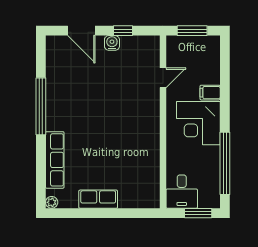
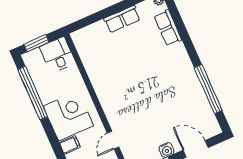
window: (41, 106) -> (208, 89), moved
row of seats: (55, 160) -> (168, 28), width x0.68

